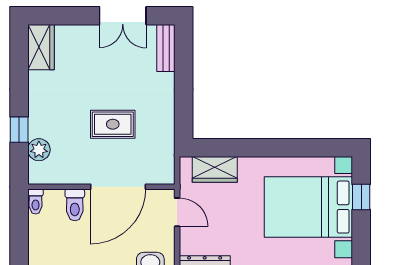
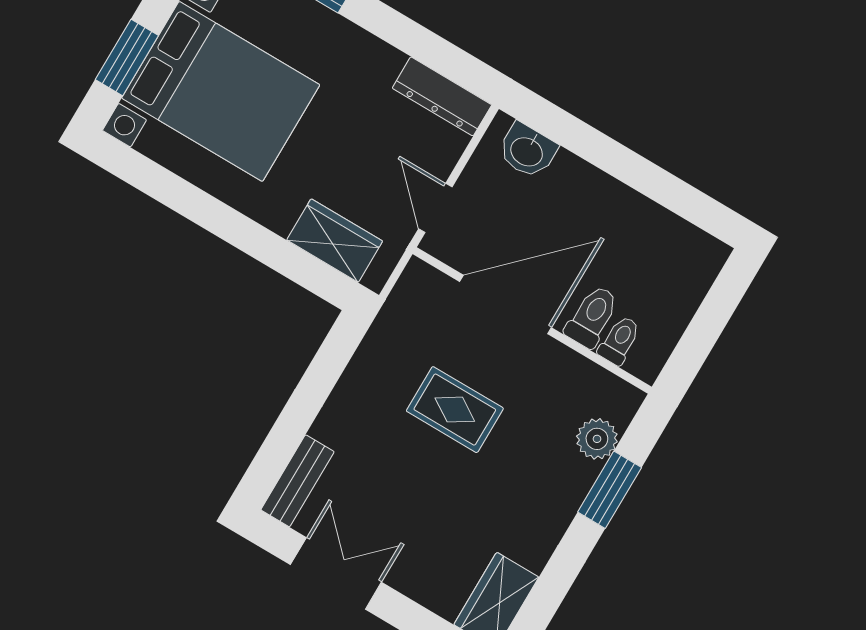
window: (19, 130) -> (610, 490), width x1.50
window: (361, 197) -> (127, 57), width x1.50
toilet: (36, 201) -> (619, 340), moved

